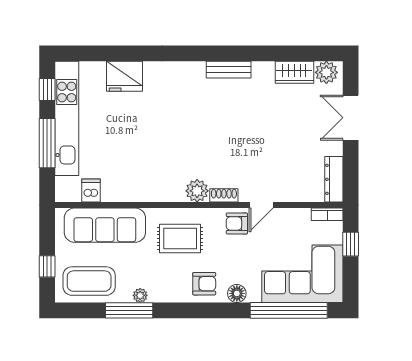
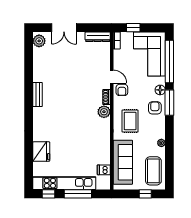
wardrobe: (294, 72) -> (39, 58), removed
window: (129, 310) -> (169, 103), moved

